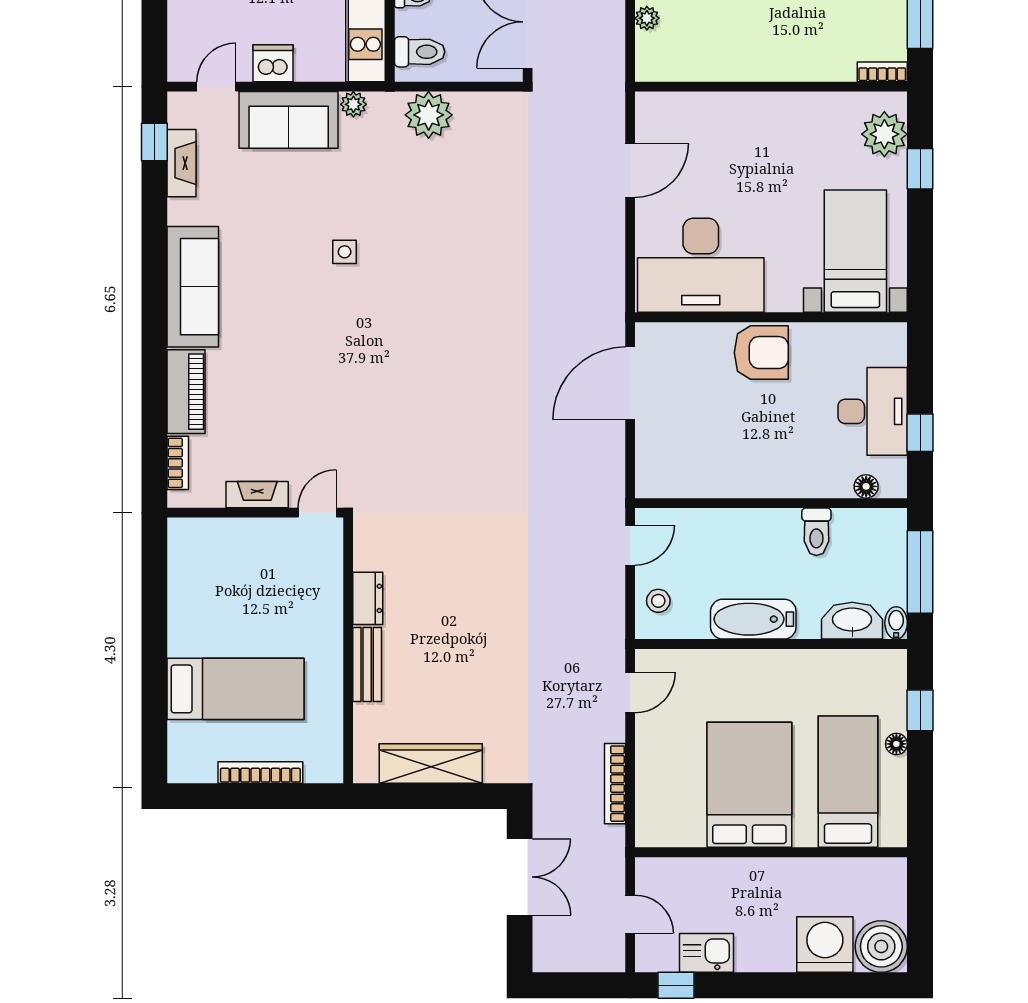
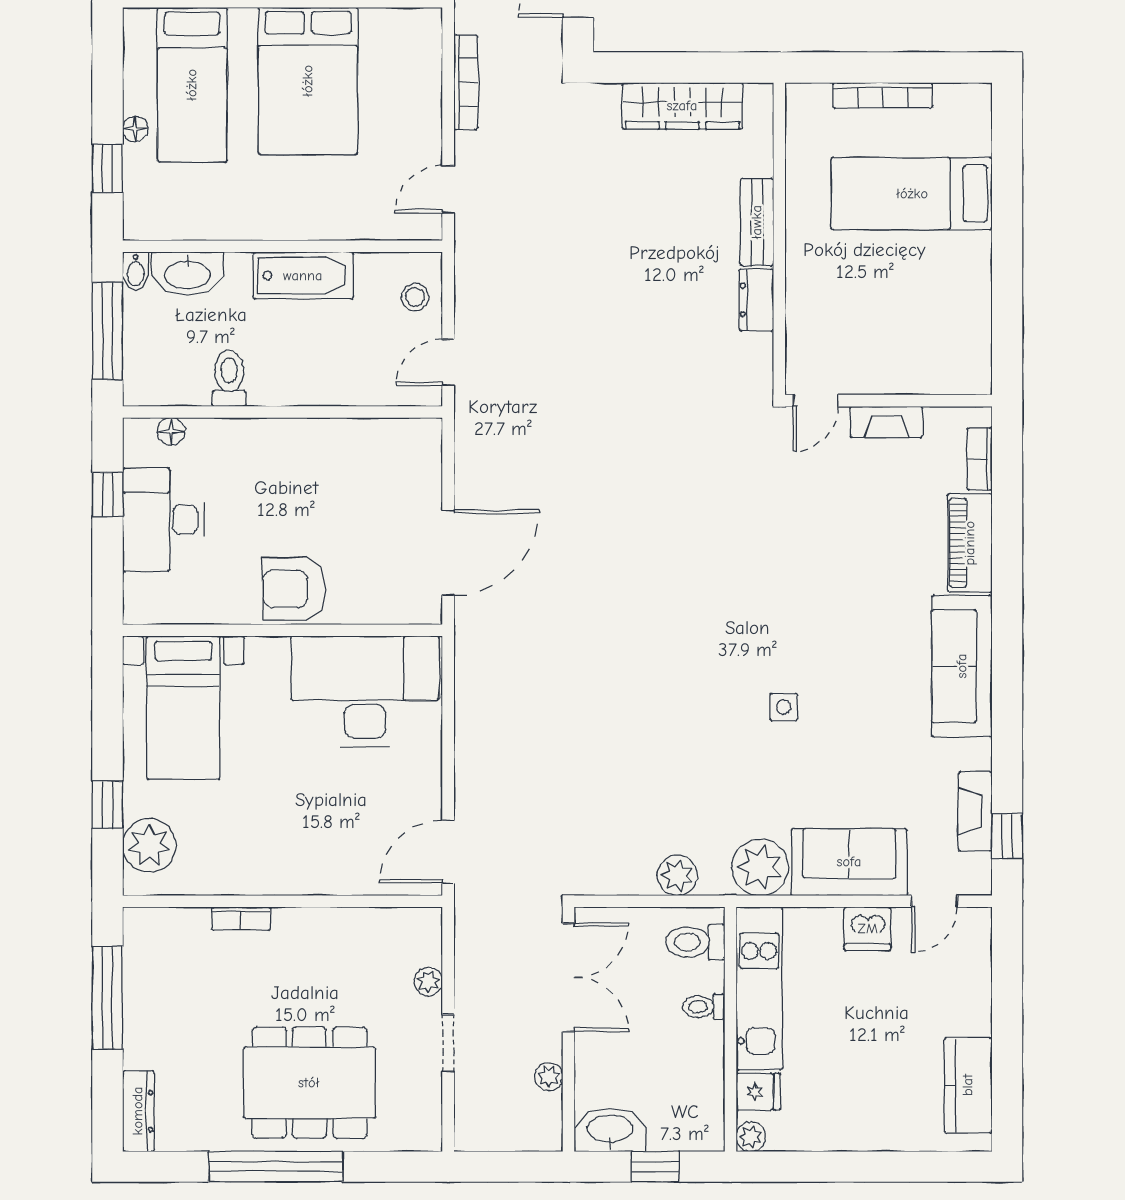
bookcase: (882, 72) -> (241, 919), moved
plant: (353, 104) -> (760, 867), width x1.88, depth x1.88
plant: (429, 115) -> (678, 875), width x0.73, depth x0.73
door: (630, 170) -> (448, 851), moved

